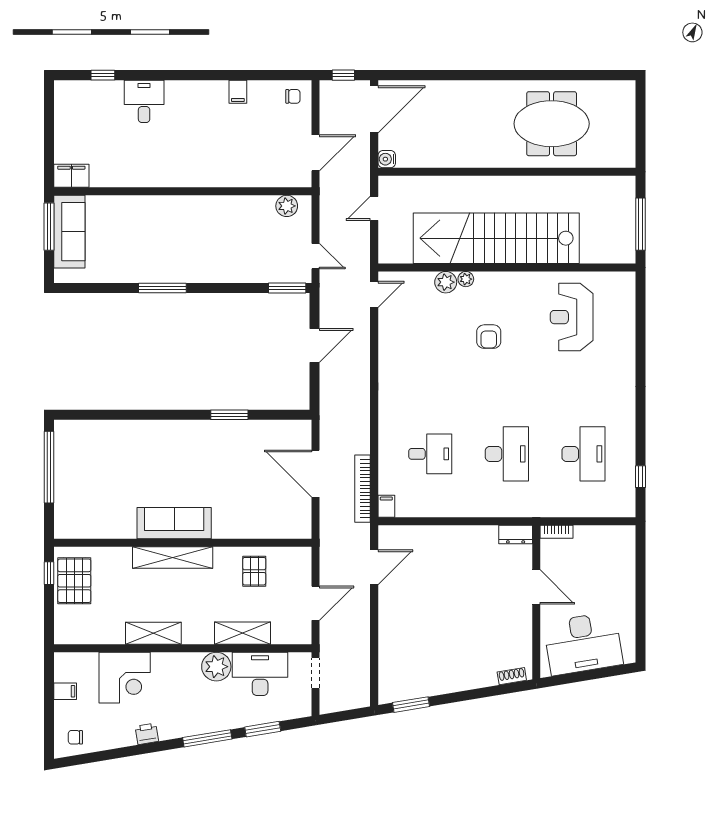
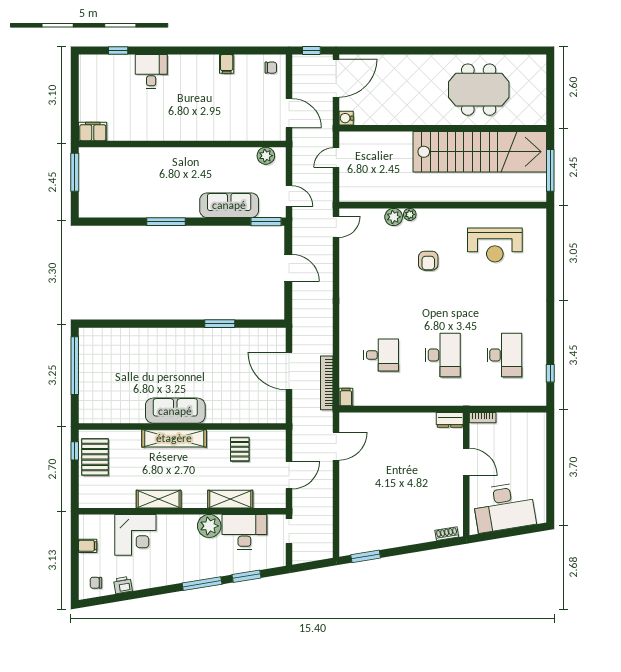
door: (316, 153) -> (289, 113), hinge flipped
sofa: (69, 232) -> (229, 205), moved, turned -90
stairs: (496, 238) -> (480, 152), moved, turned 180
reception desk: (572, 317) -> (495, 245), turned -90
door: (315, 346) -> (288, 268), hinge flipped
printer: (147, 734) -> (123, 585), moved

